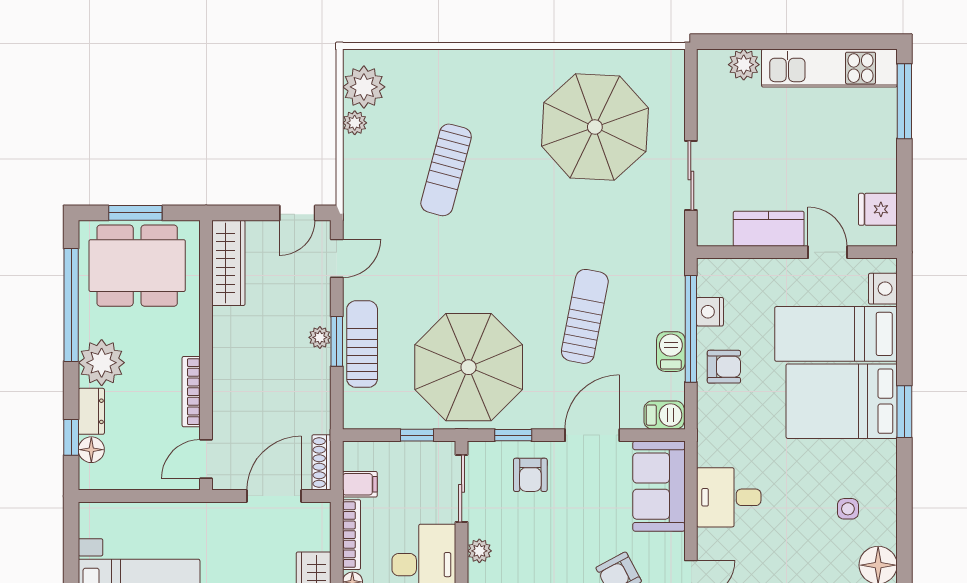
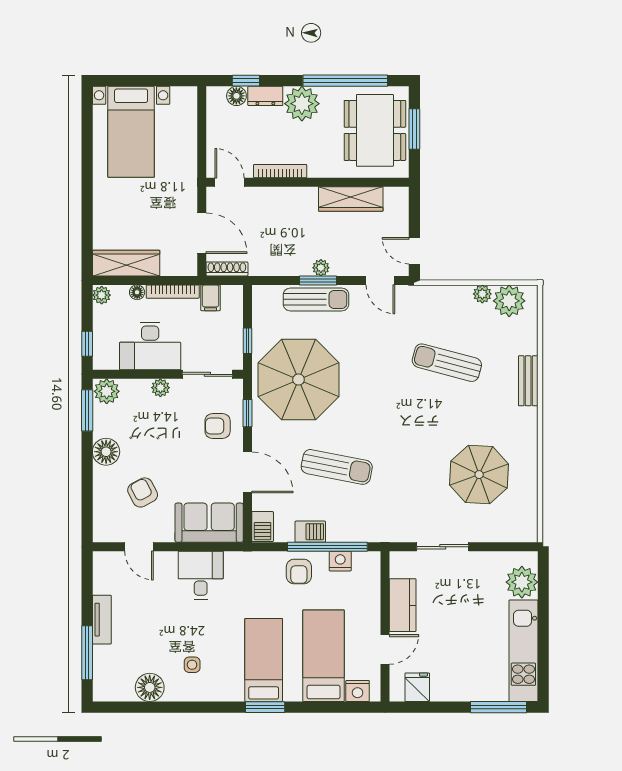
bench: (470, 62) -> (528, 381), added
plant: (744, 65) -> (522, 582), width x1.36, depth x1.36
parasol: (595, 127) -> (479, 475), width x0.73, depth x0.73
wardrobe: (228, 263) -> (351, 199), moved
bed: (842, 401) -> (264, 660), width x0.67

